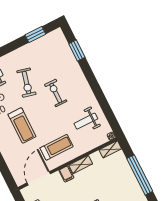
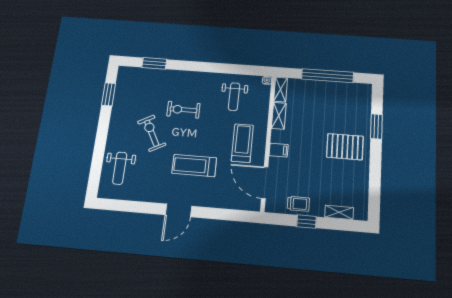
exercise bike: (26, 83) -> (152, 133), turned -132
treadmill: (22, 125) -> (194, 166), turned 180
shelving: (81, 165) -> (279, 116), moved

